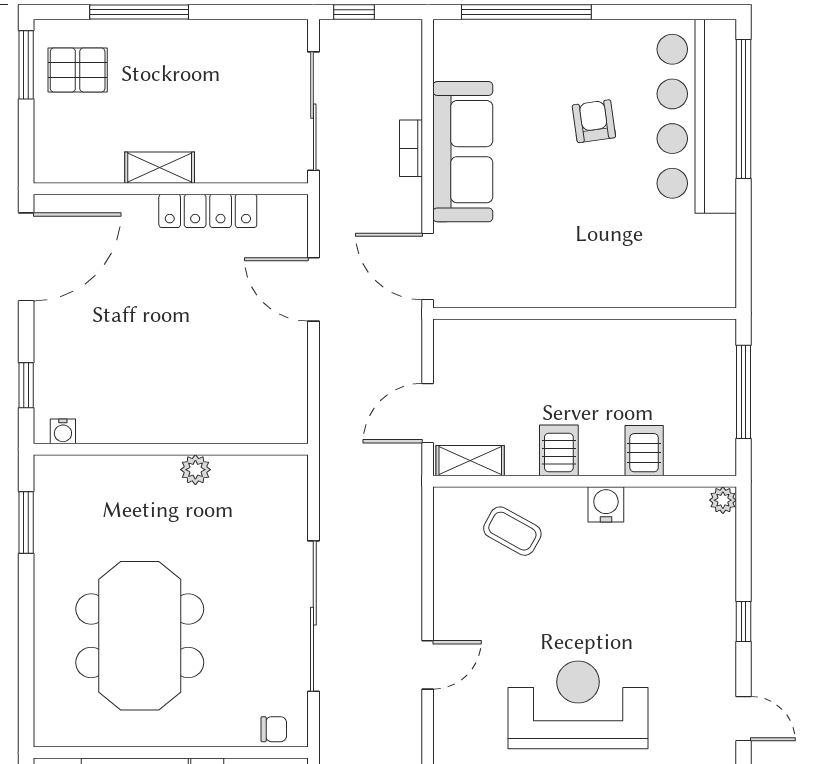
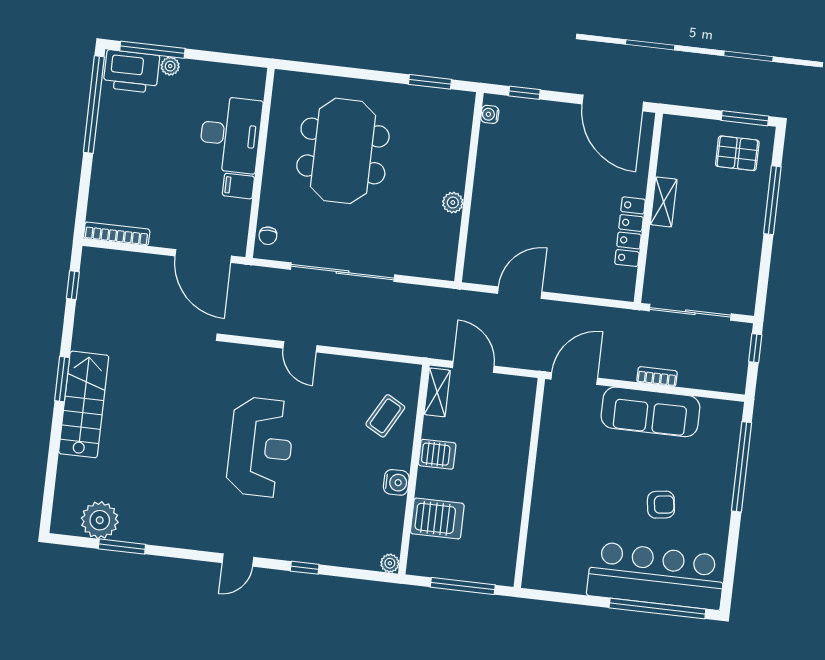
pallet: (78, 70) -> (737, 153), turned 90
door: (313, 289) -> (520, 293), moved
server rack: (644, 451) -> (437, 519), width x1.36, depth x1.44
meeting table: (140, 636) -> (343, 151), turned 90

